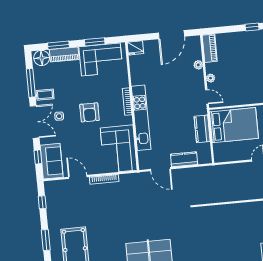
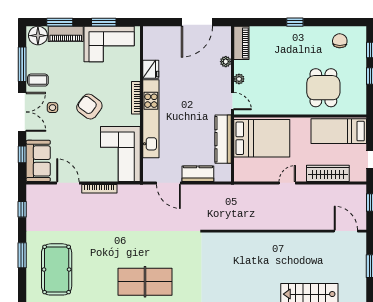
fridge: (135, 48) -> (151, 69), moved, turned -90
armchair: (89, 112) -> (89, 107), turned 127
kitchen counter: (202, 129) -> (223, 139), width x1.50

